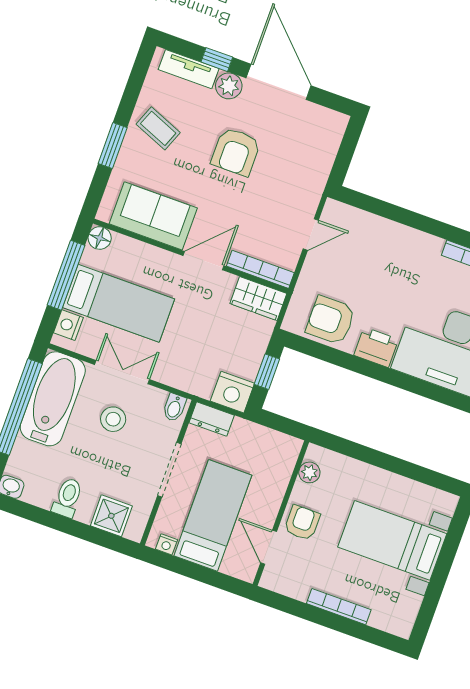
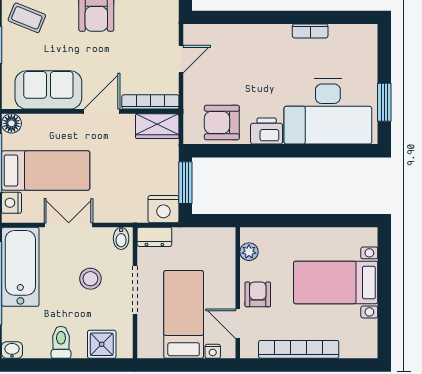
window: (267, 372) -> (185, 183), width x1.50
stool: (113, 419) -> (90, 279), moved
nightstand: (167, 544) -> (213, 351), moved
bookcase: (339, 607) -> (299, 349), width x1.48, depth x1.31

